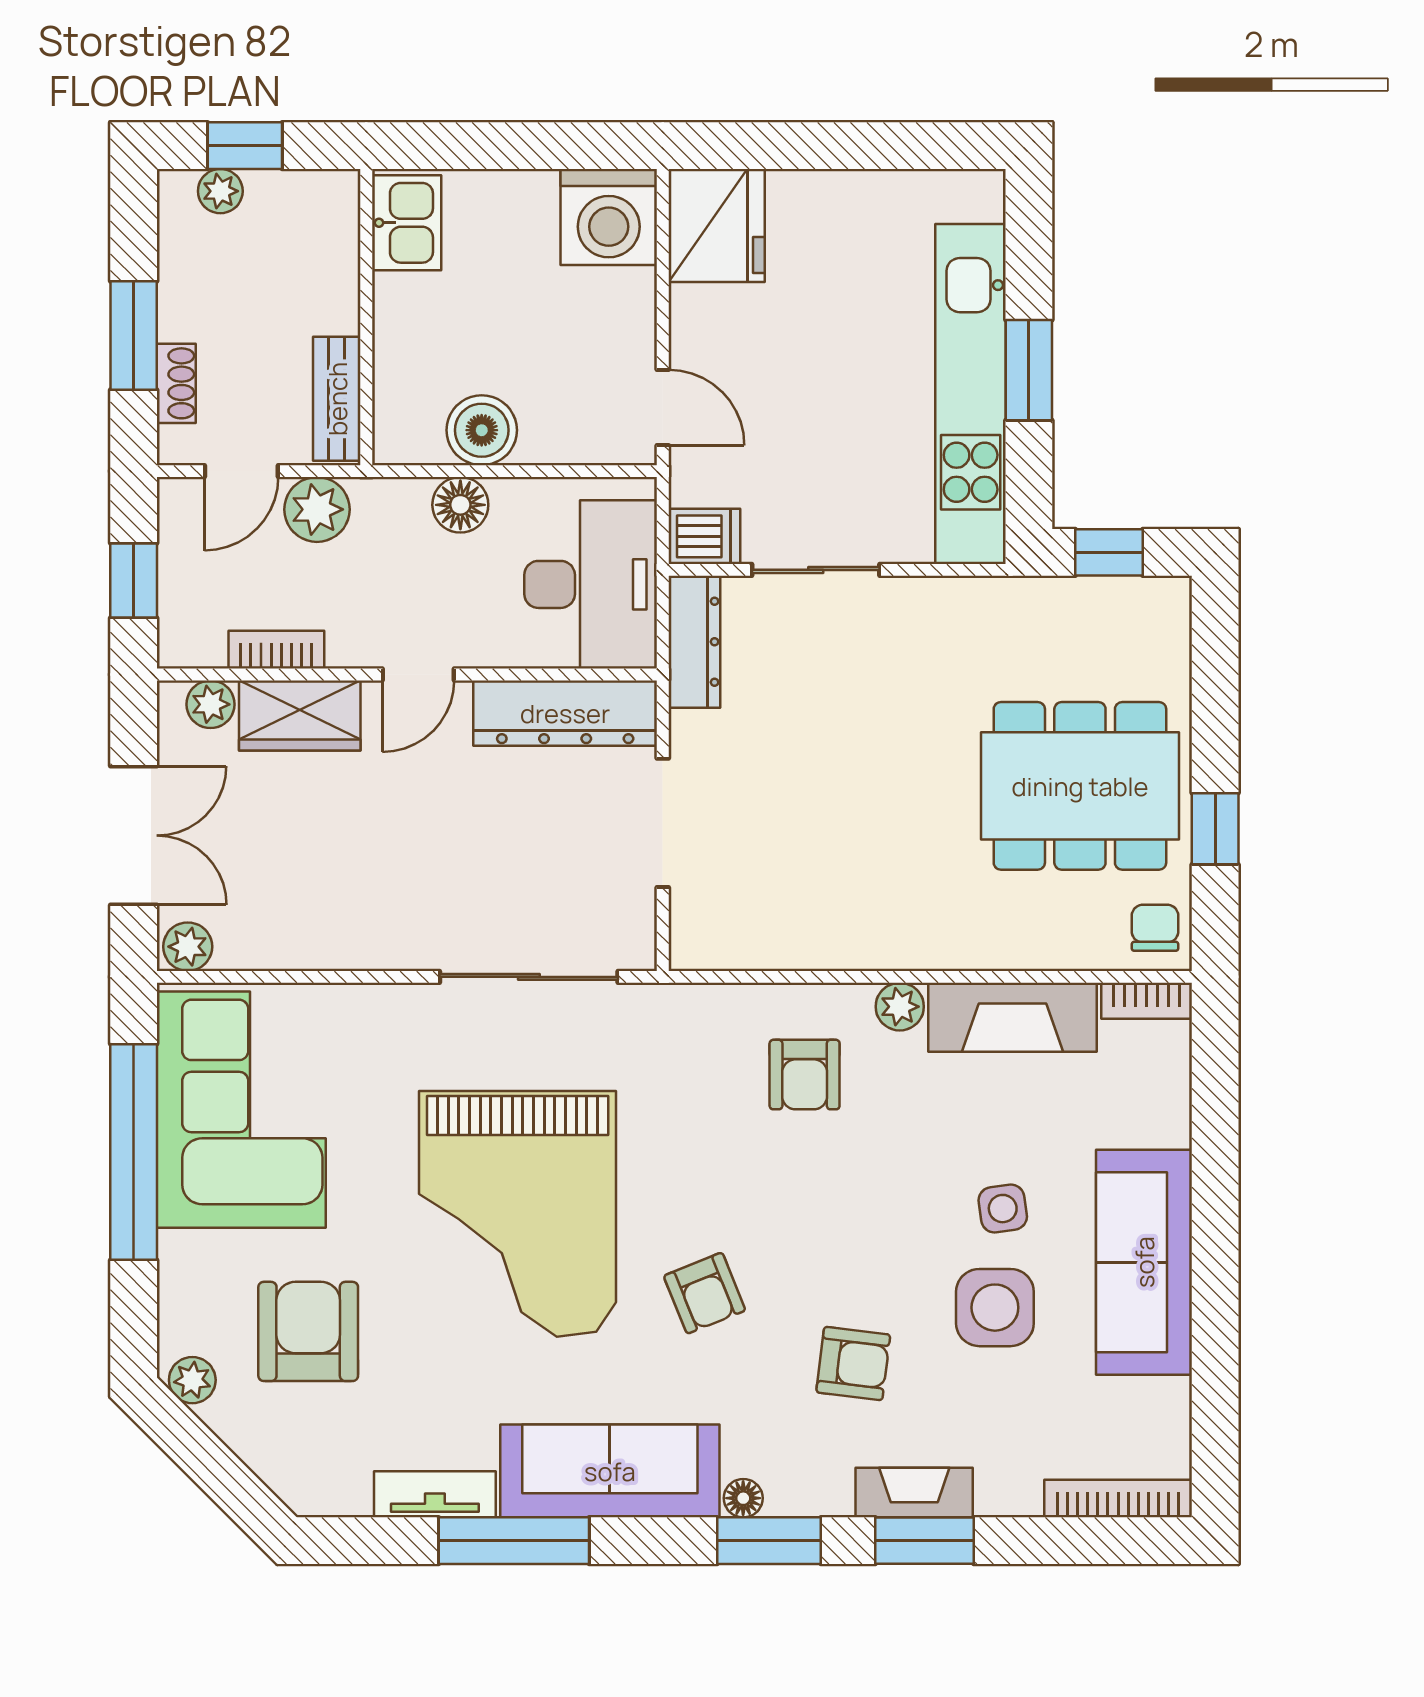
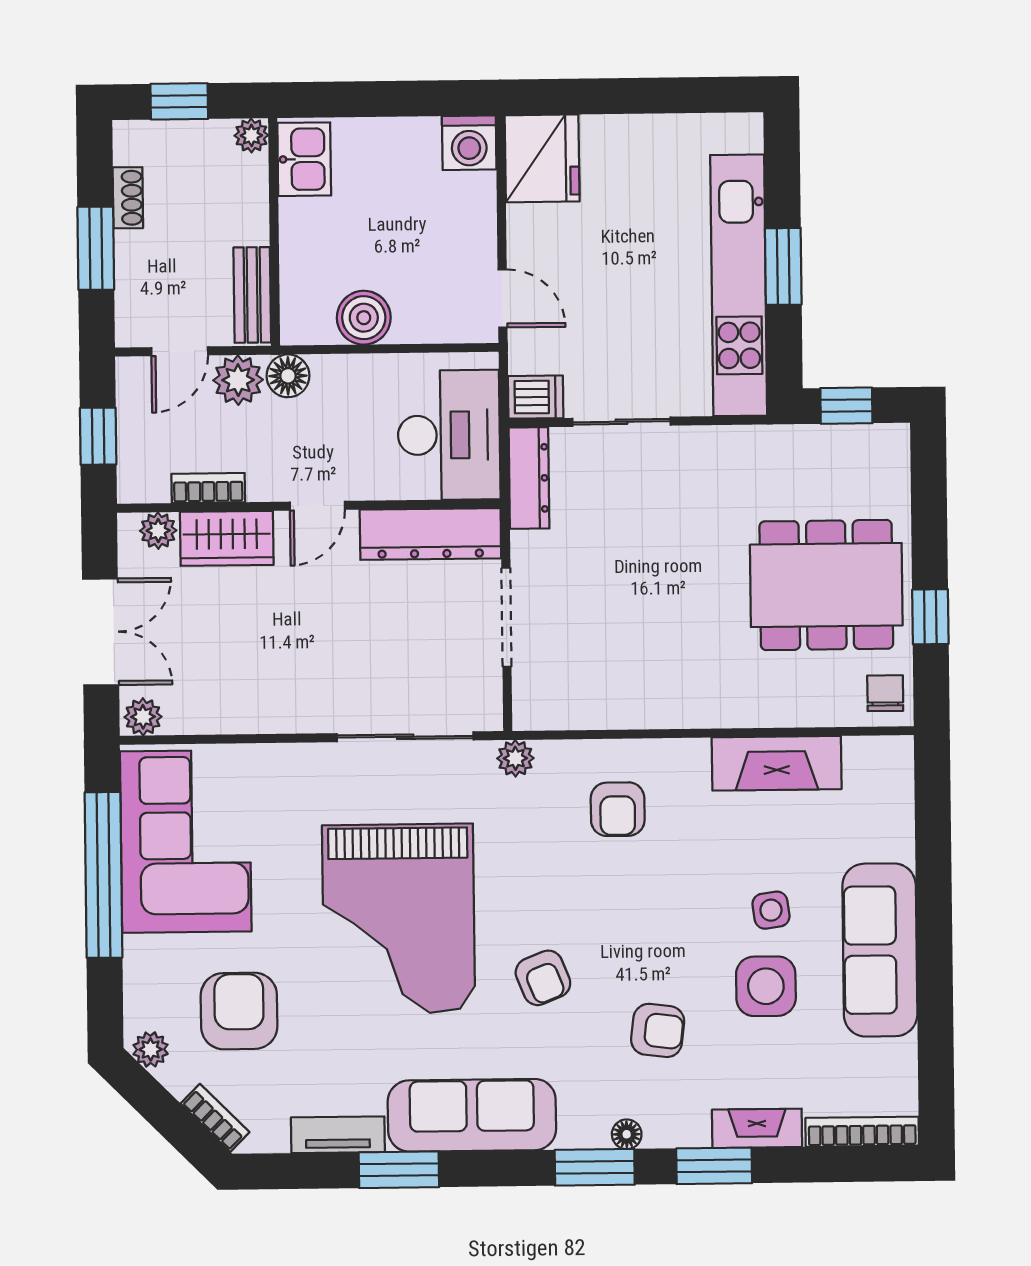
plant: (220, 191) -> (251, 135), moved
washing machine: (609, 217) -> (469, 143), width x0.73, depth x0.73
shoe rack: (176, 383) -> (128, 198), moved
floor lamp: (460, 505) -> (288, 376), moved
bookcase: (1147, 1001) -> (215, 1118), moved, turned -135
plant: (900, 1007) -> (515, 758), moved
fireplace: (914, 1492) -> (757, 1128), moved
floor lamp: (743, 1498) -> (627, 1134), moved
window: (514, 1541) -> (399, 1170), width x0.69

